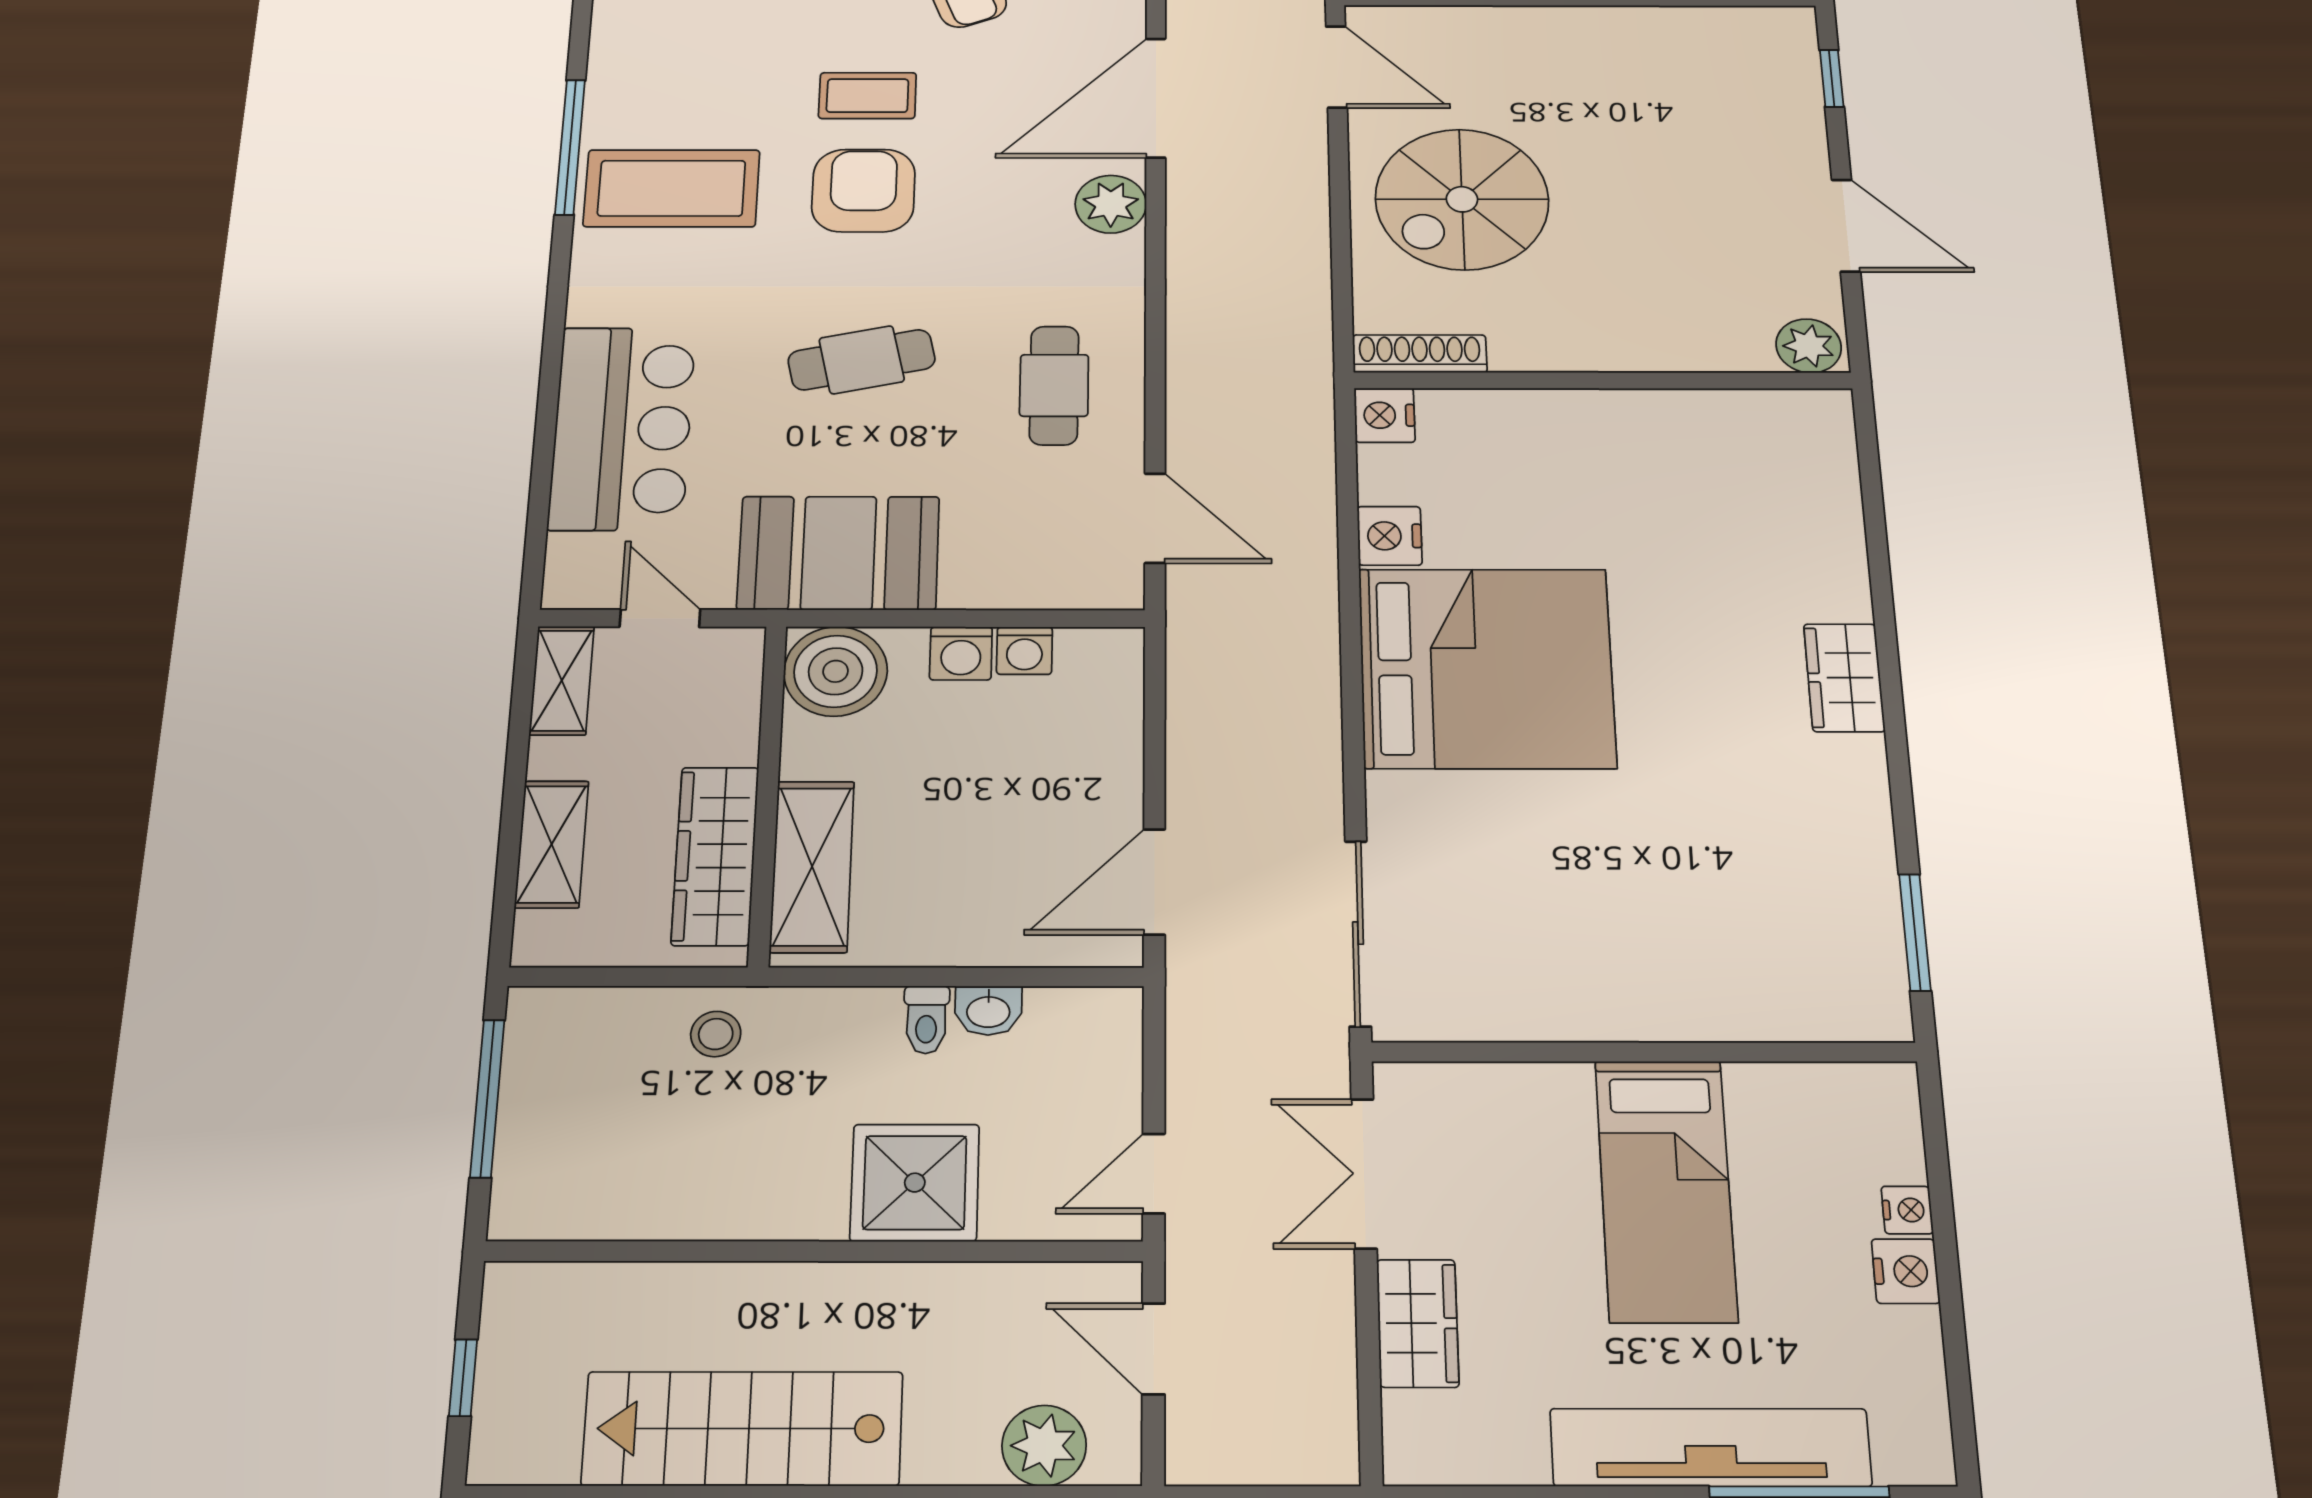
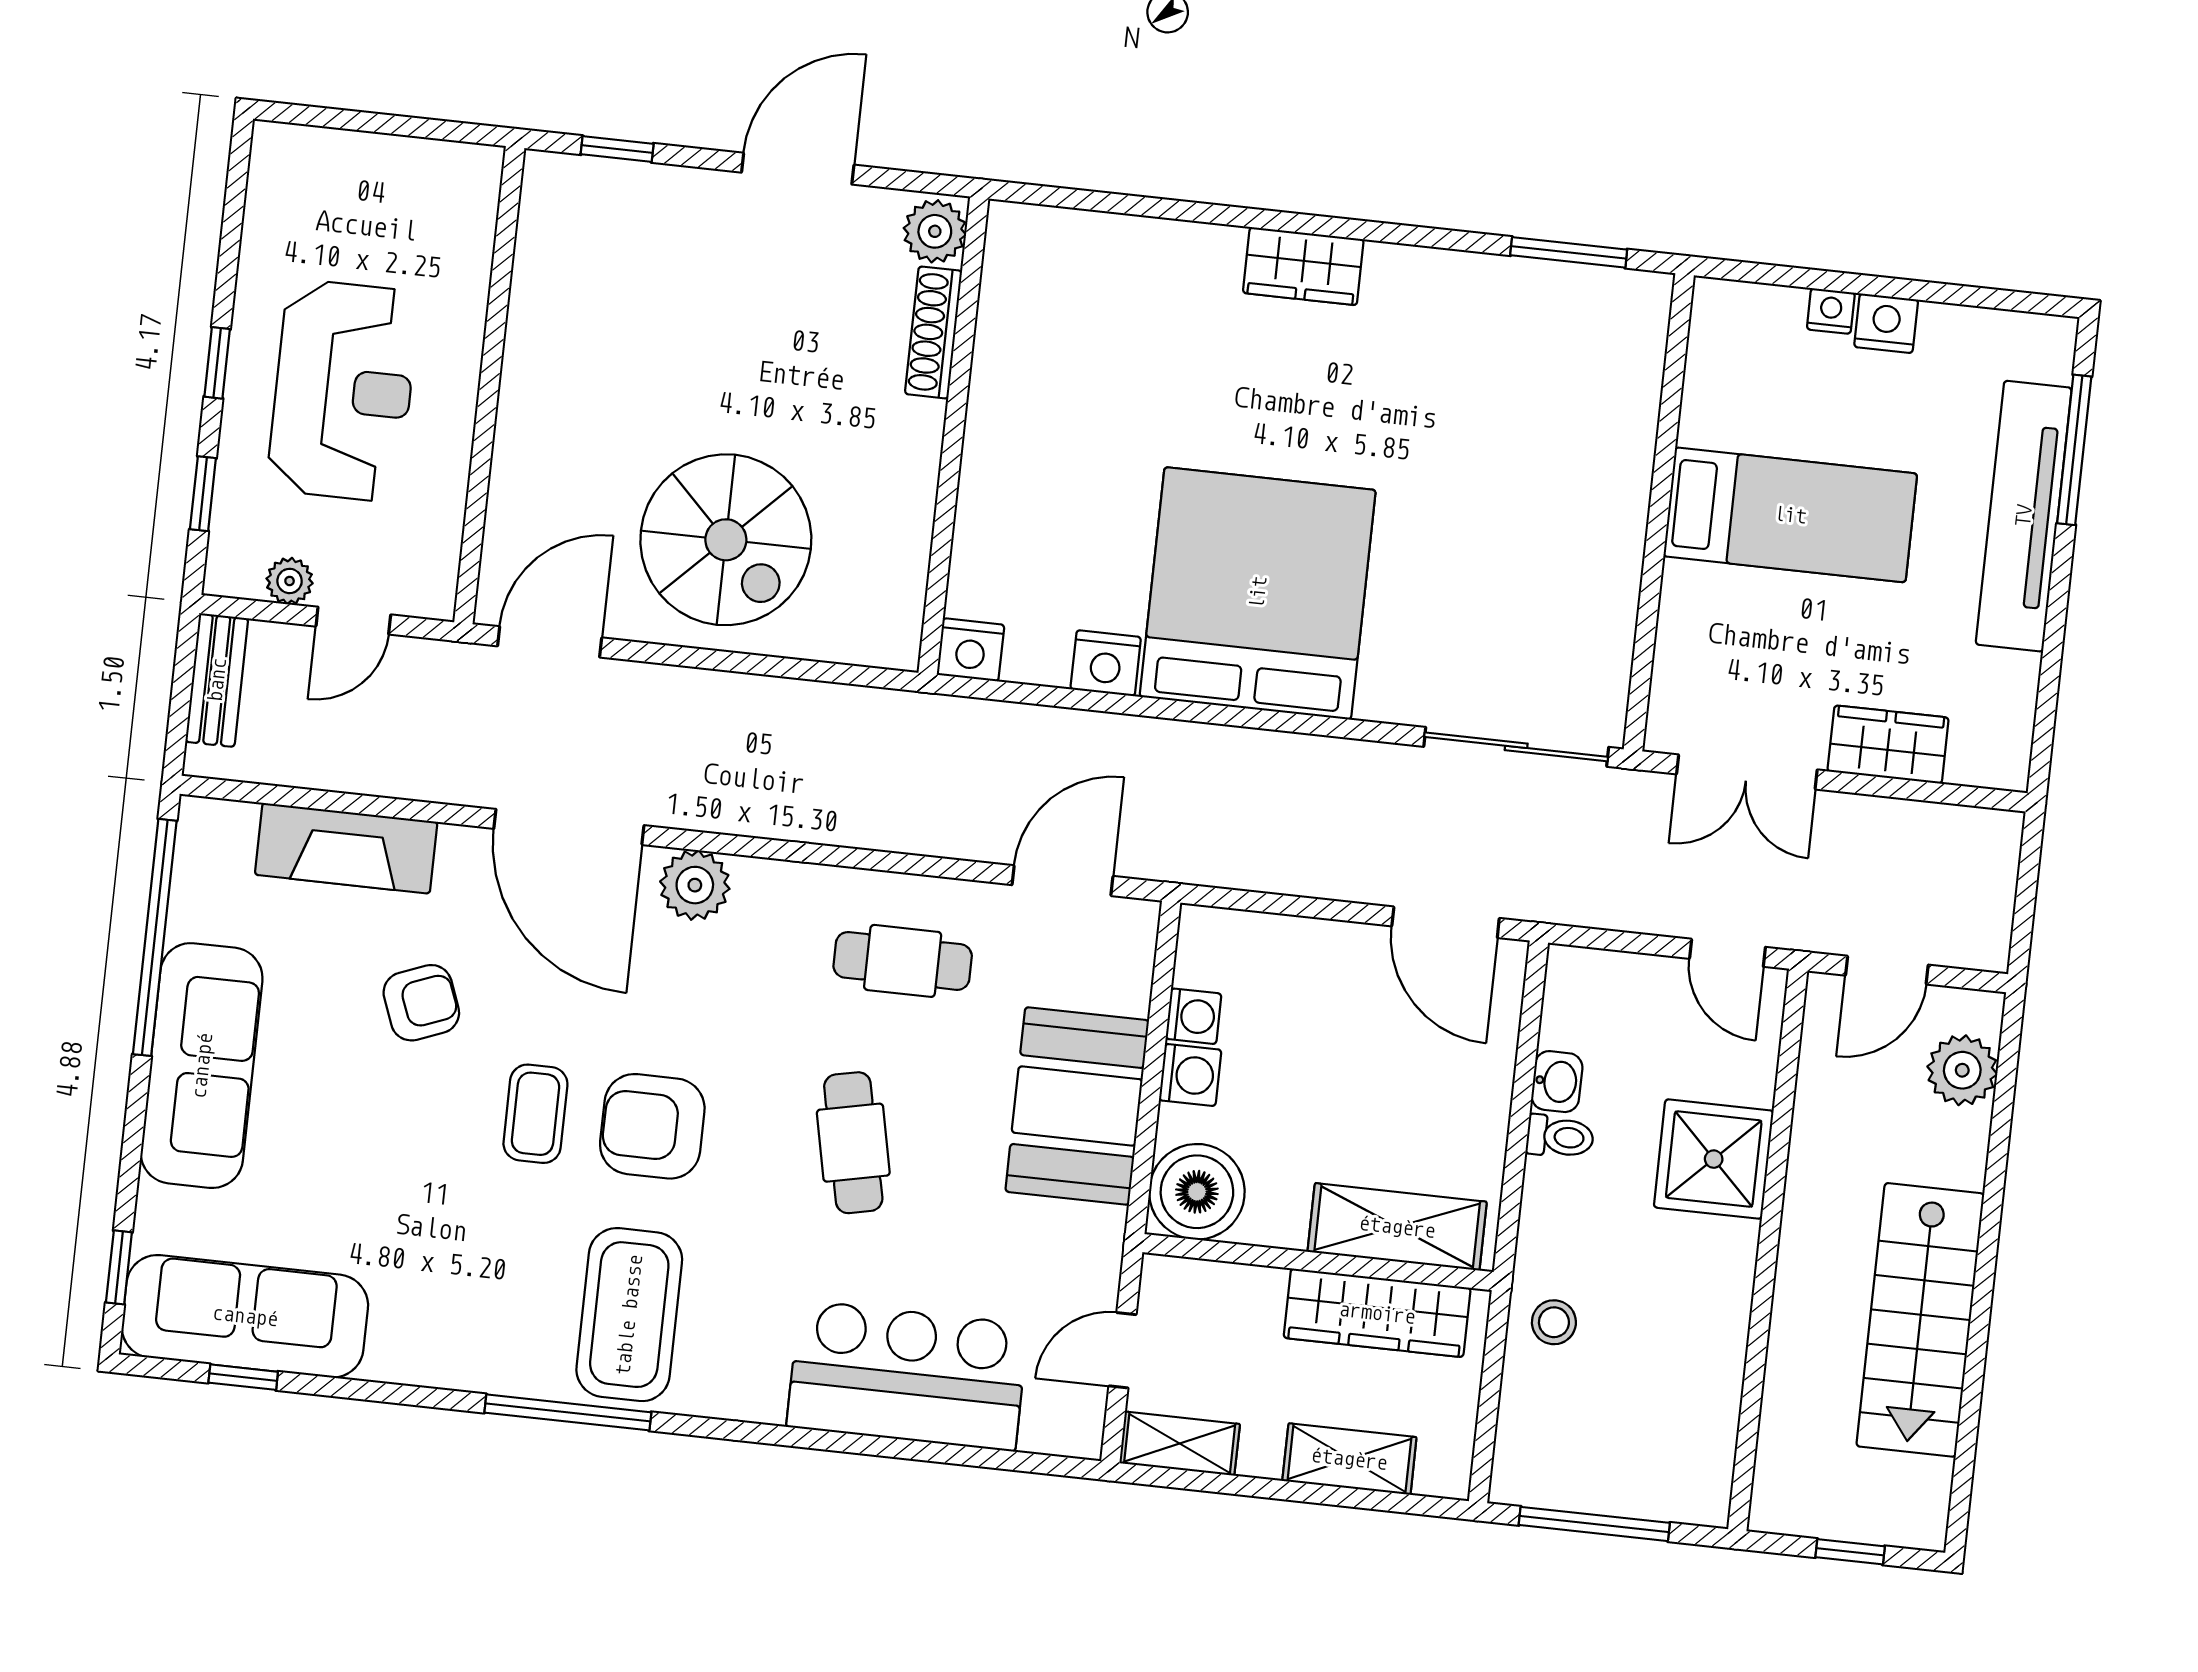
shoe rack: (1420, 354) -> (934, 332), moved
booth: (839, 553) -> (1077, 1106), moved

